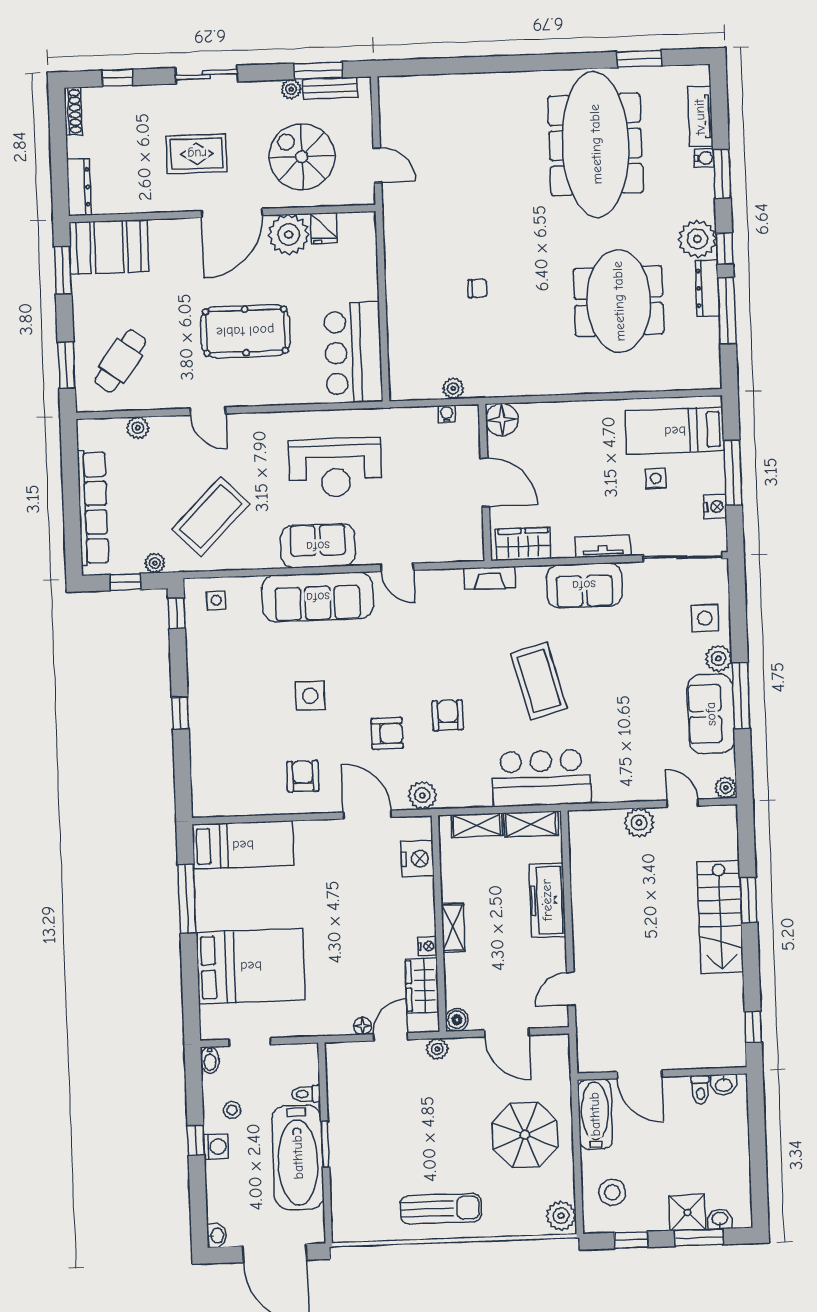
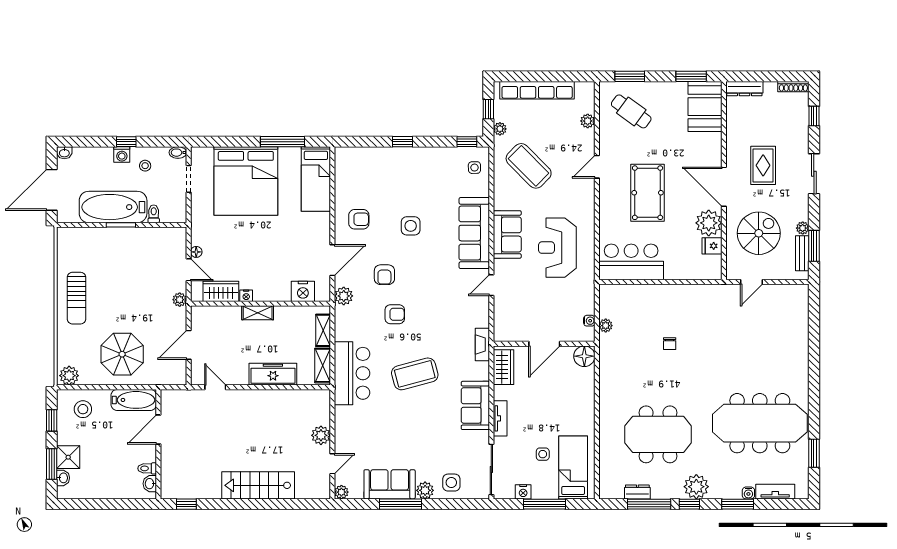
dresser: (707, 288) -> (637, 492), moved, width x0.70
window: (748, 900) -> (268, 504), removed
bed: (251, 966) -> (246, 181), width x1.36
boiler: (457, 1020) -> (198, 313), removed

